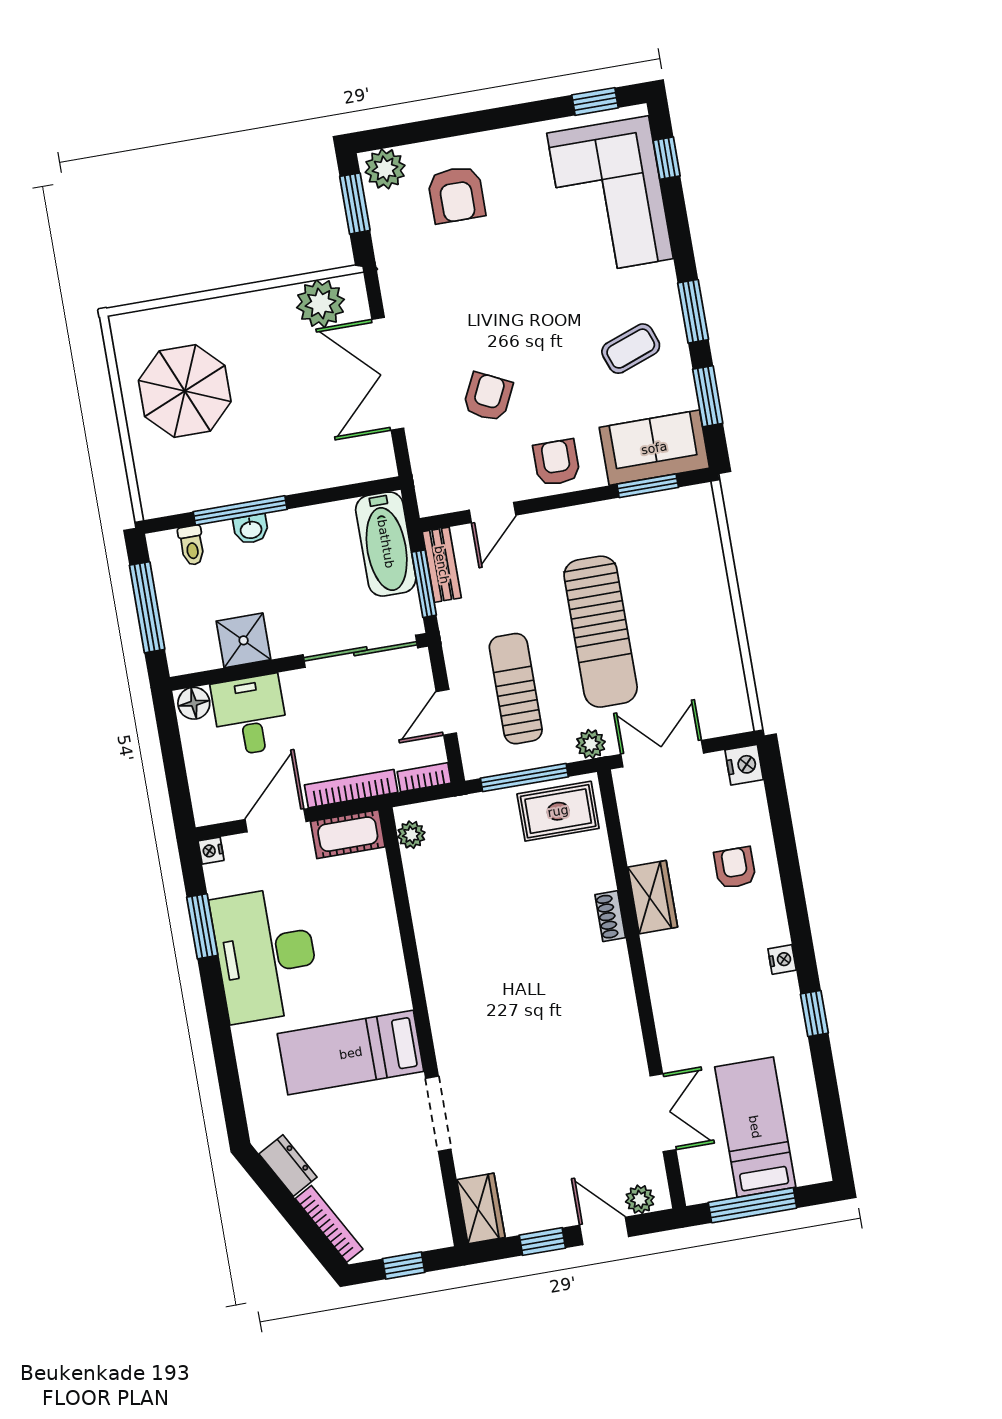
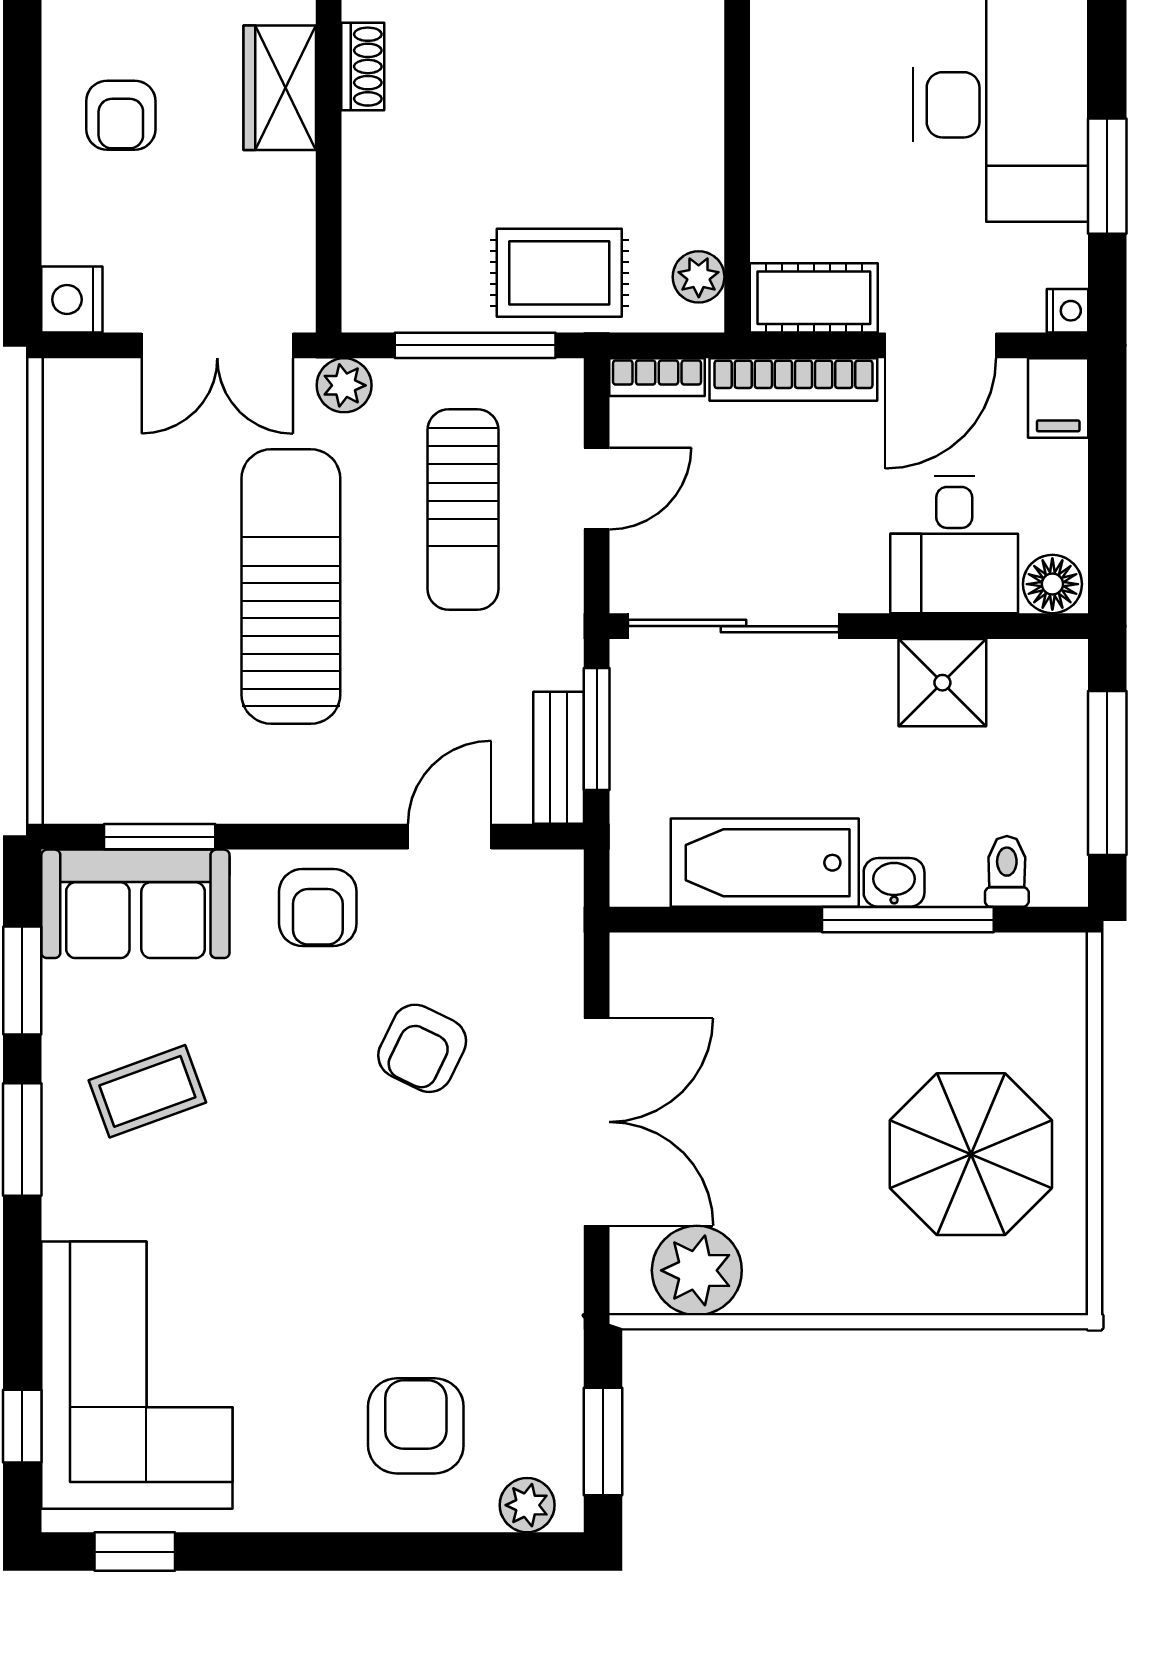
plant: (385, 169) -> (527, 1505), width x0.73, depth x0.73
bathtub: (386, 544) -> (765, 863), moved, turned -90
filing cabinet: (208, 803) -> (1058, 398), added
rug: (558, 811) -> (559, 273), moved

